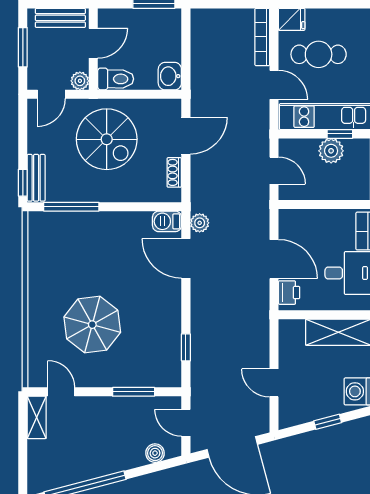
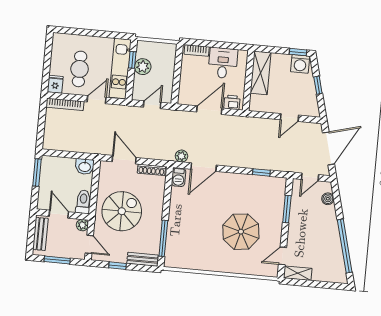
shoe rack: (174, 172) -> (151, 170), width x1.43
window: (23, 183) -> (117, 266), moved

